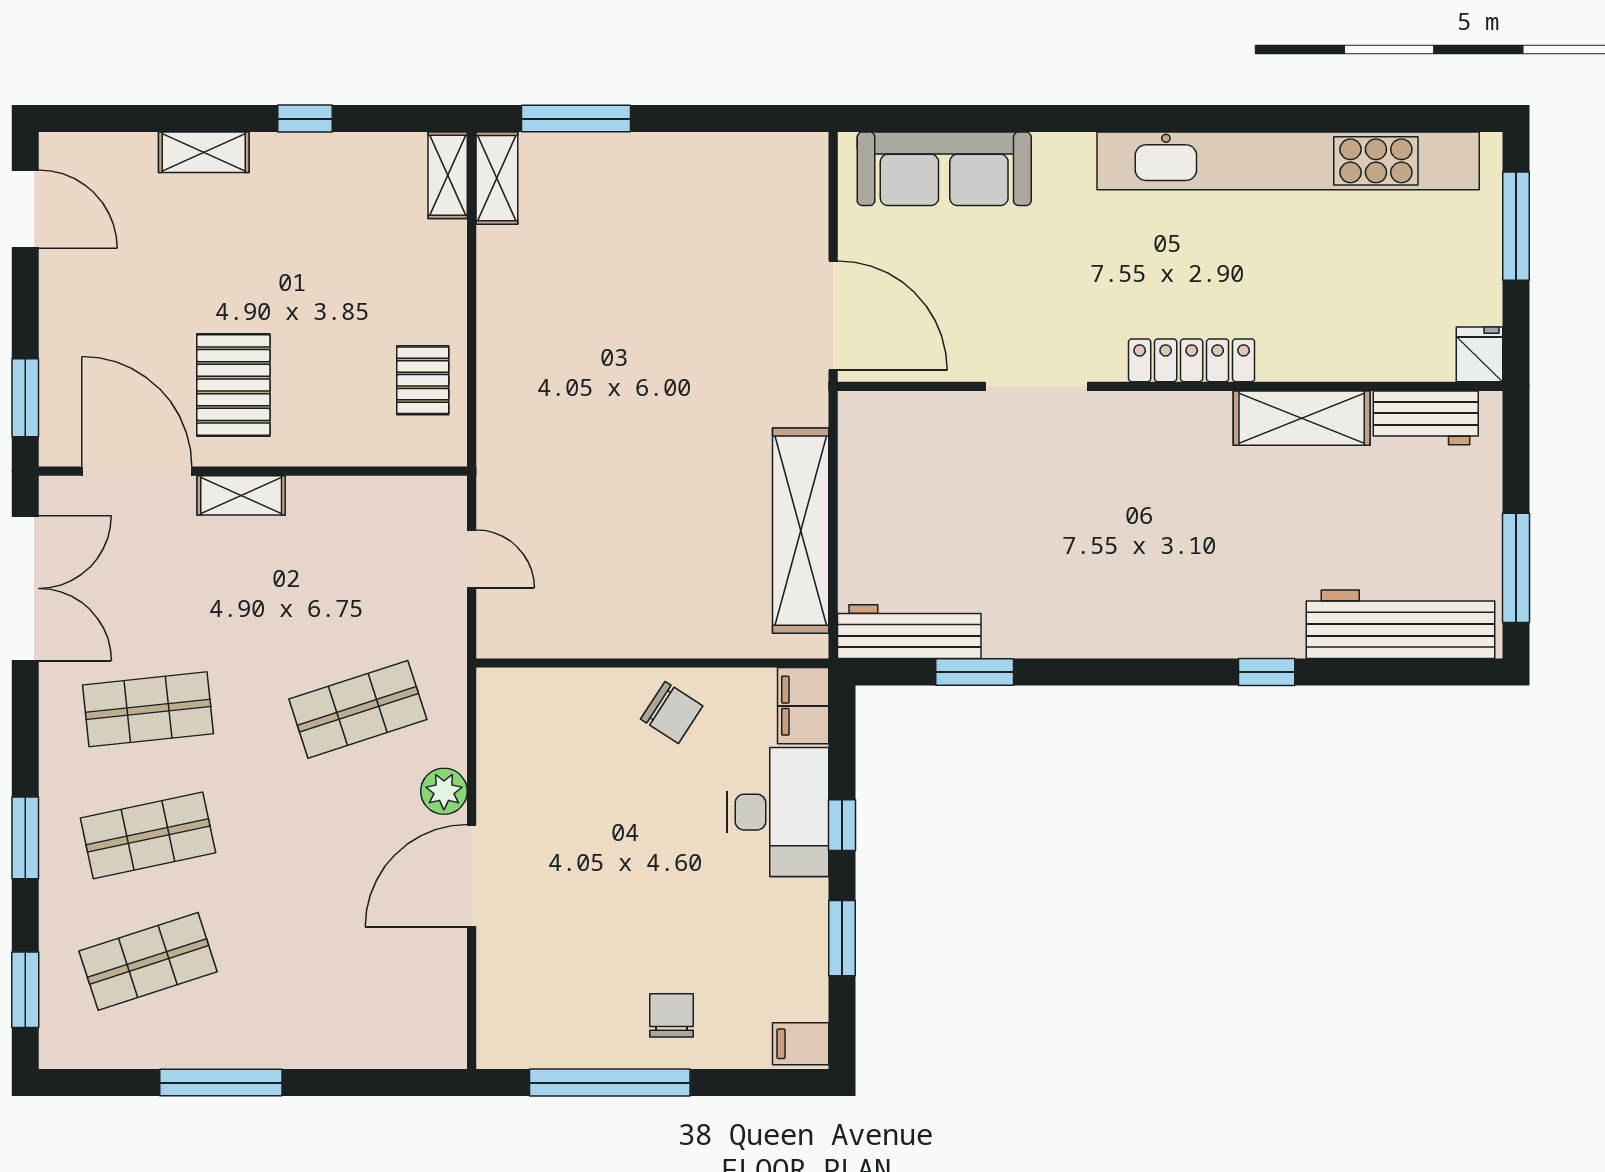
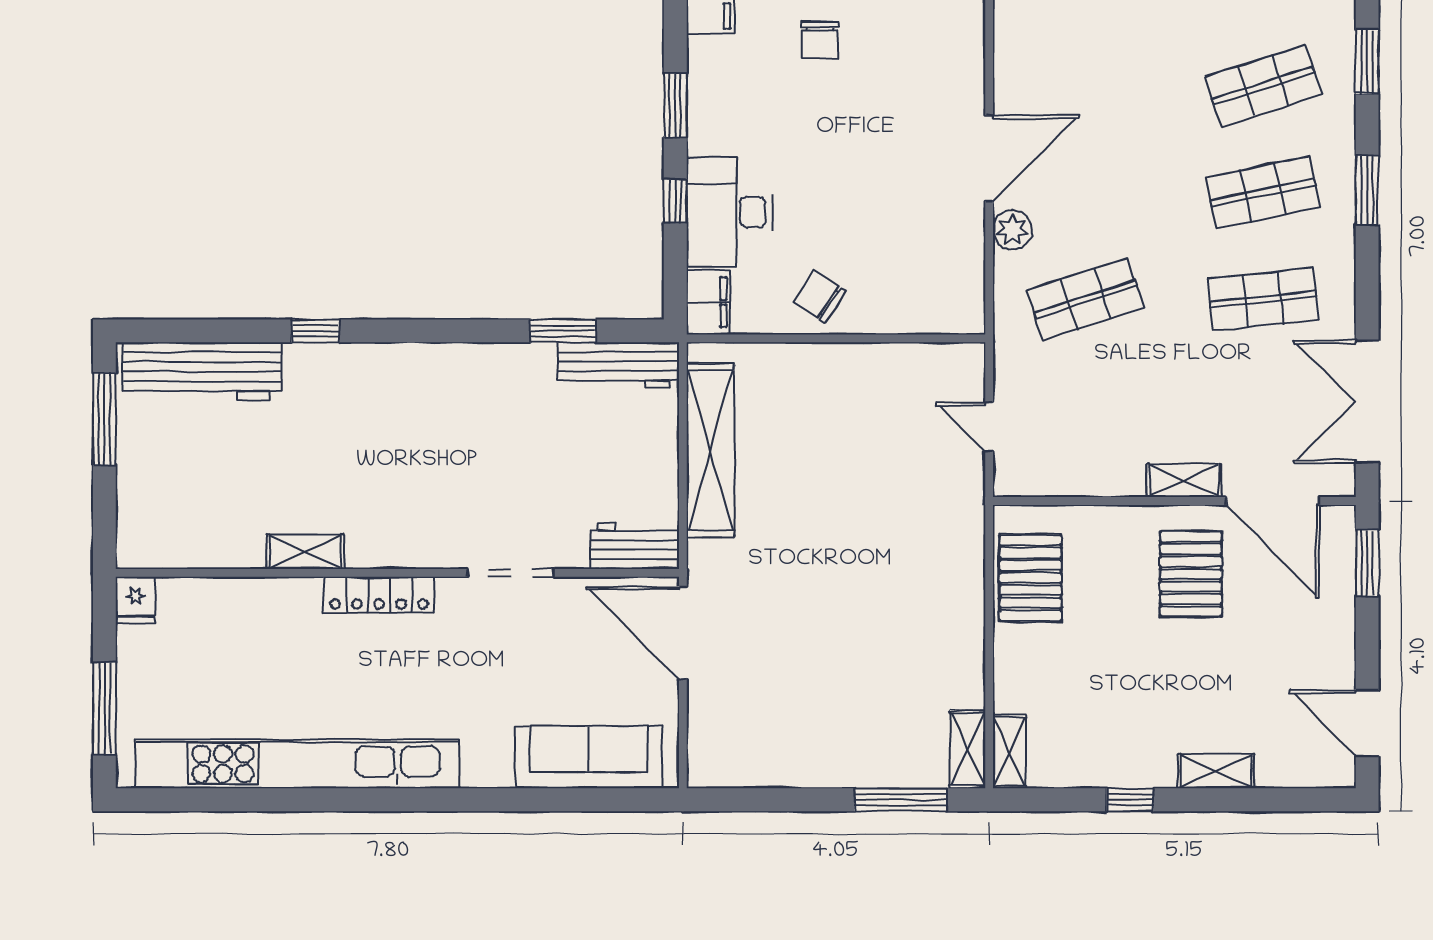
pallet: (423, 380) -> (1030, 578), width x1.50, depth x1.42
shelving: (1302, 418) -> (305, 552), width x0.67, depth x0.75
workbench: (1426, 418) -> (635, 546), moved

